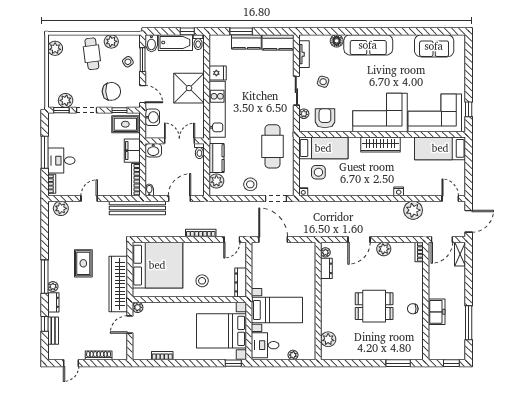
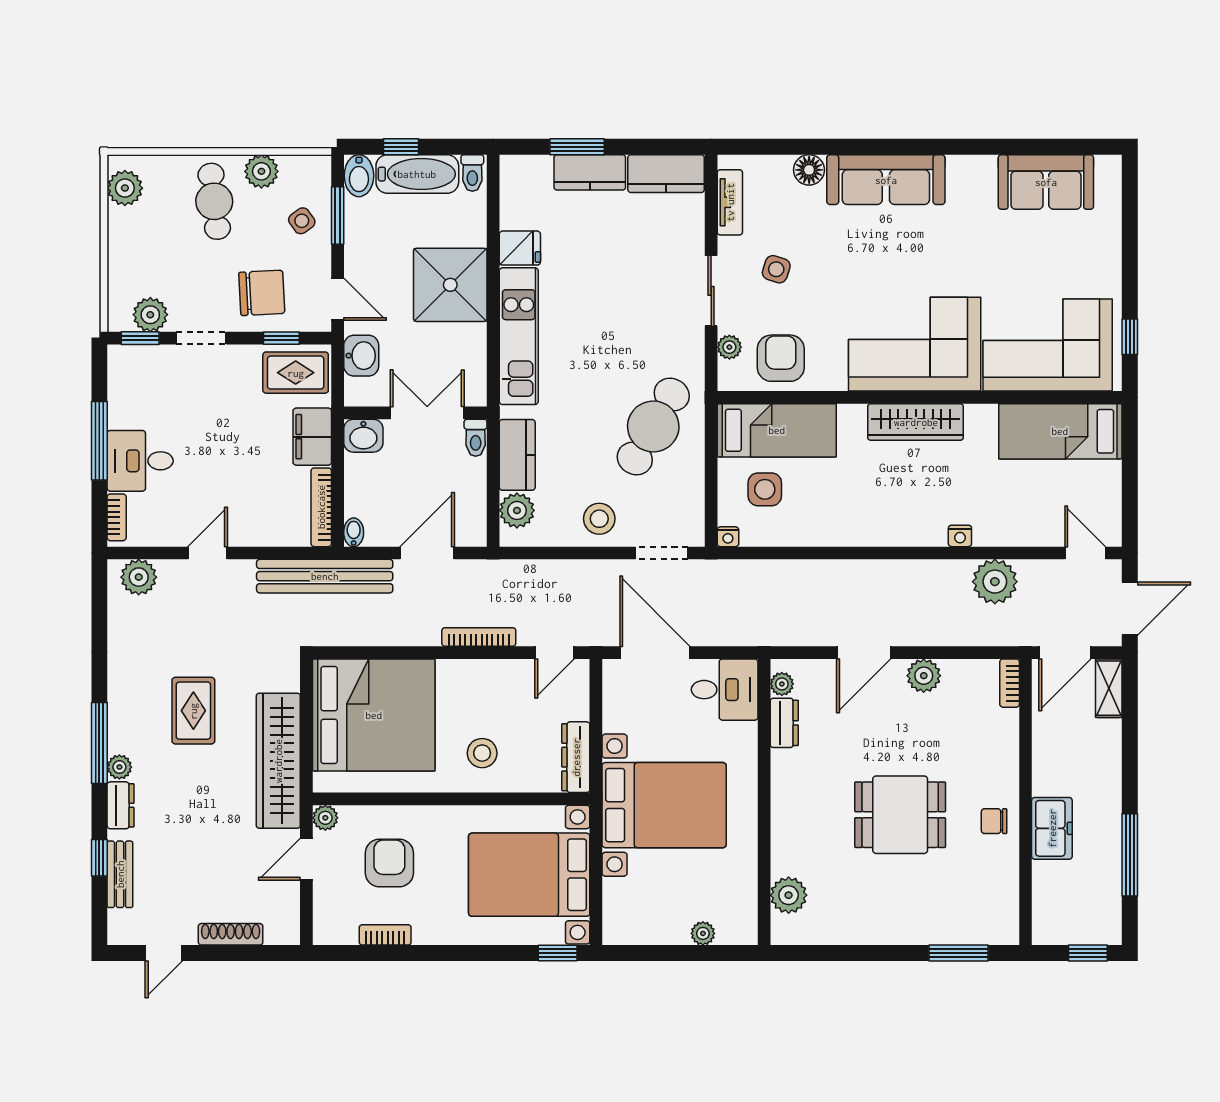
window: (187, 31) -> (401, 147), moved
cafe table: (273, 146) -> (653, 426), turned 30
bed with nightstands: (277, 310) -> (664, 805), width x1.36
armchair: (164, 326) -> (389, 863), added
desk: (265, 345) -> (725, 690), moved, turned 180

